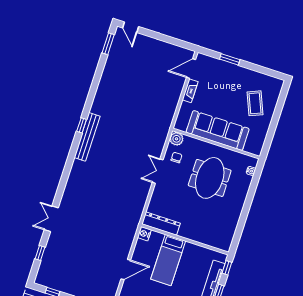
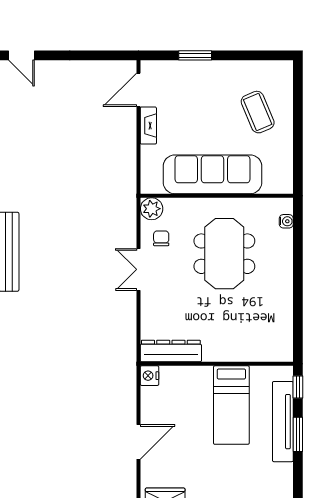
bed: (168, 260) -> (231, 405), moved

